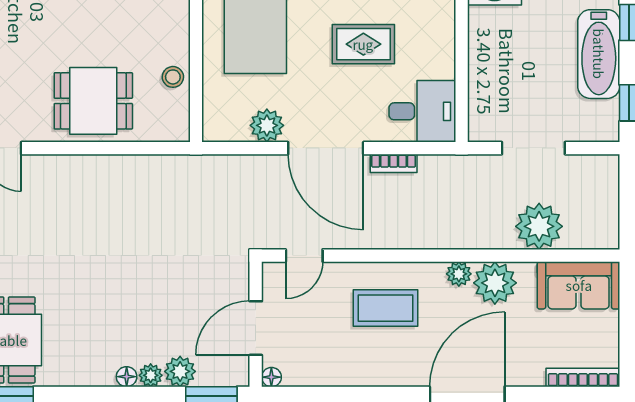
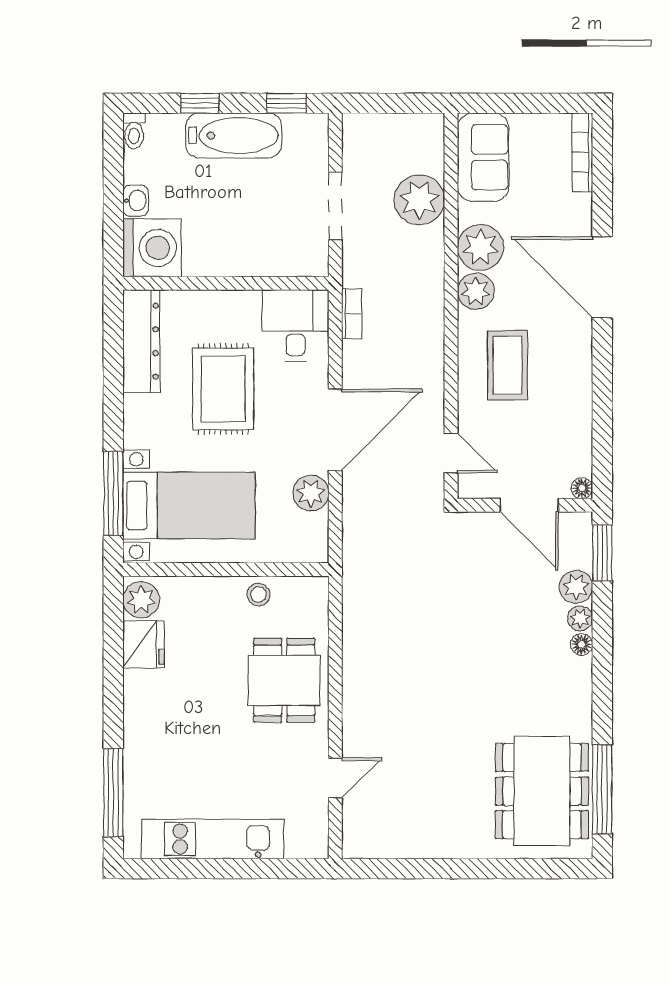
rug: (363, 44) -> (223, 389), width x1.36, depth x1.43
bookcase: (394, 163) -> (352, 314), moved
plant: (459, 274) -> (476, 291), width x1.38, depth x1.38

